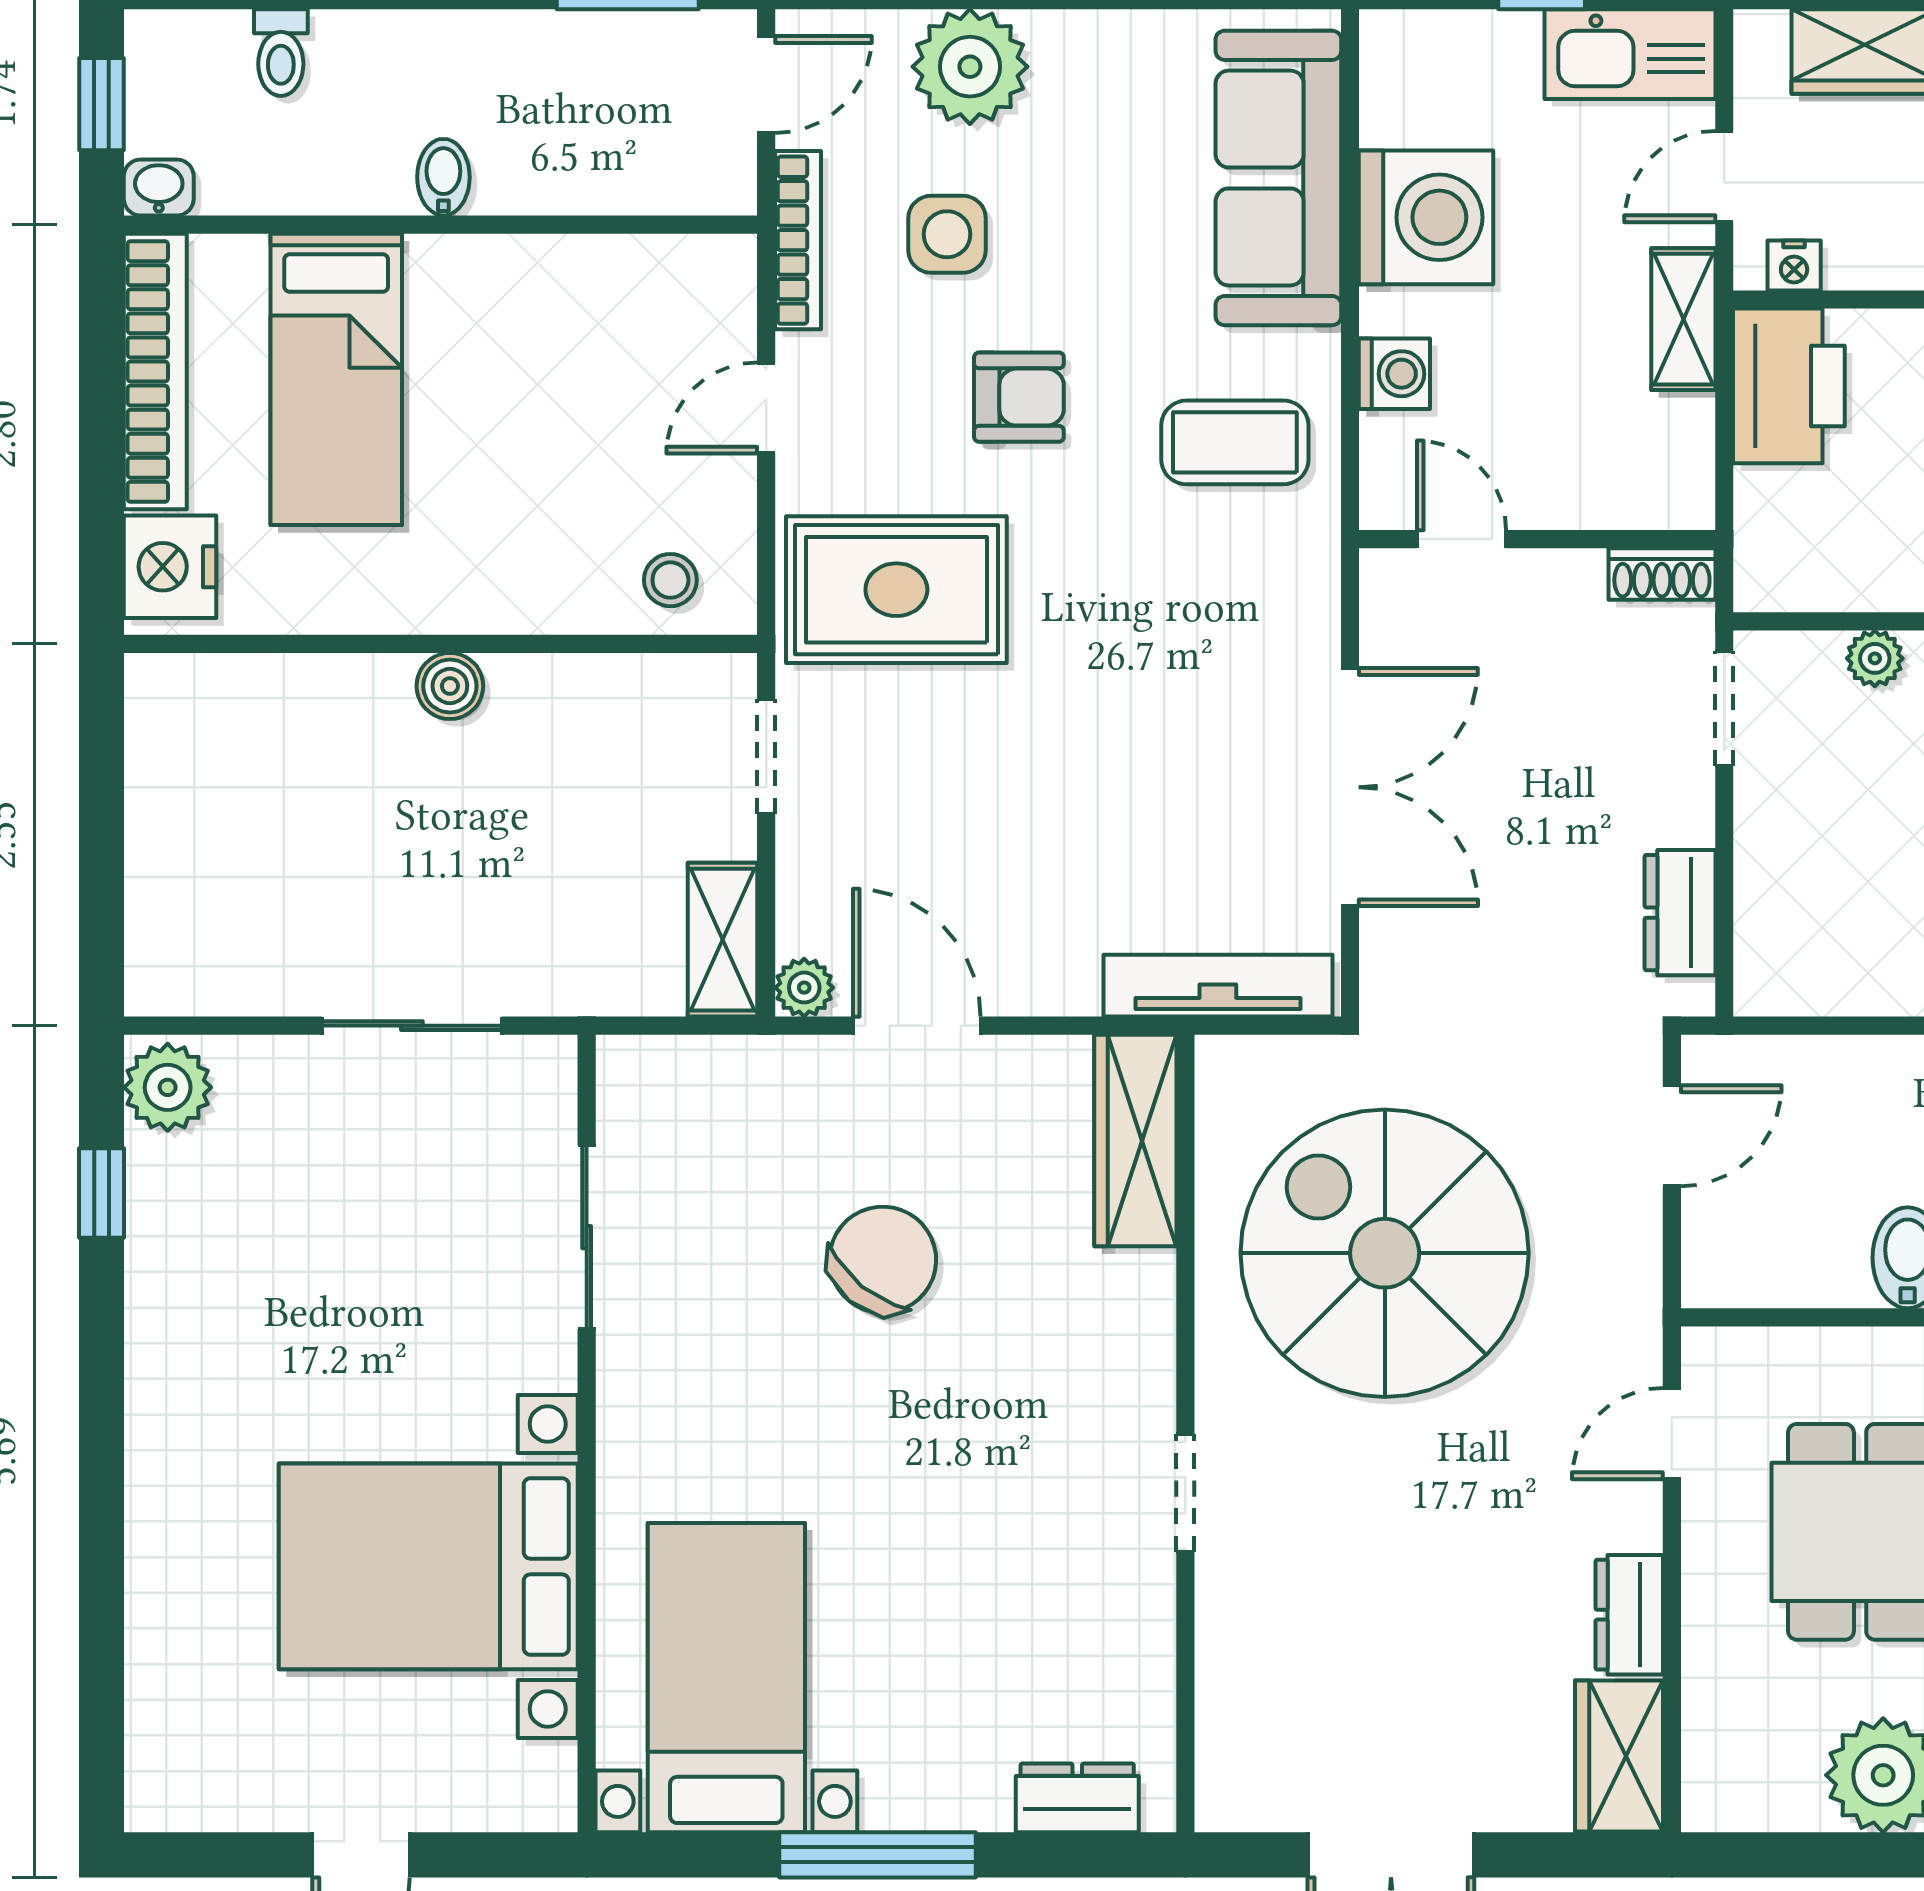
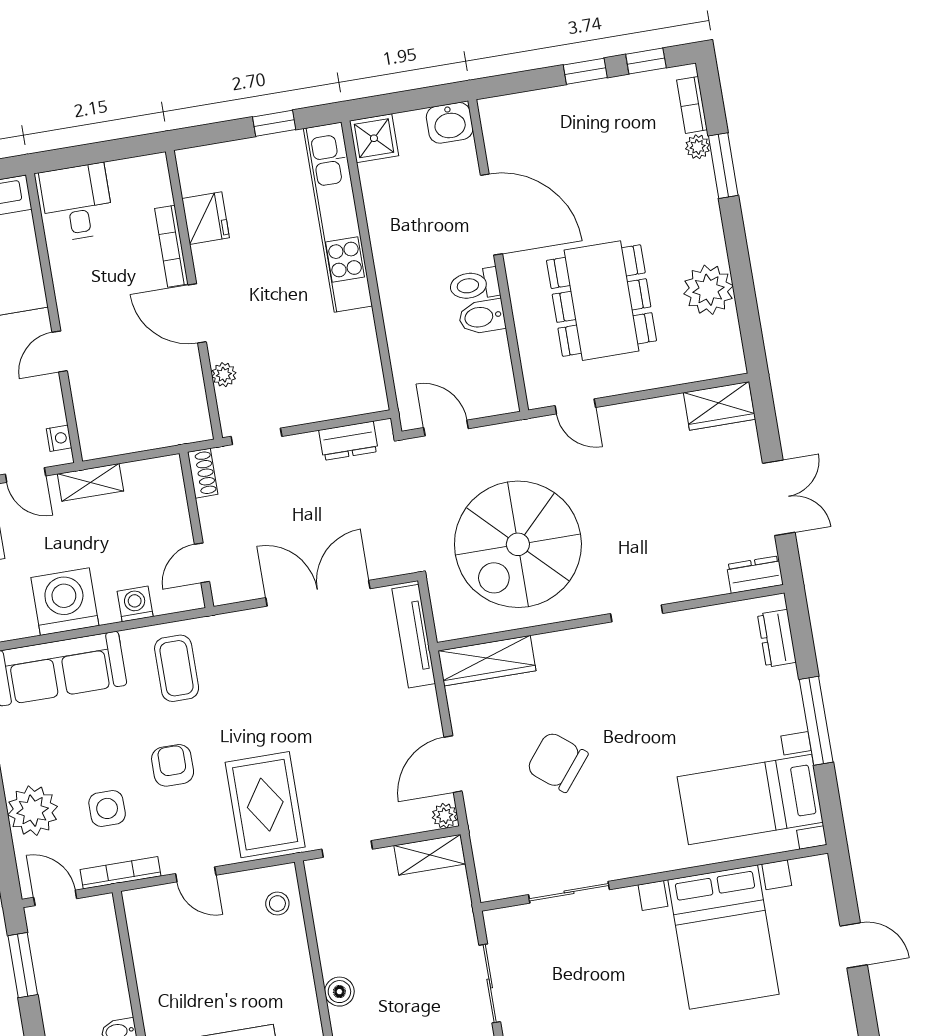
printer: (1789, 386) -> (112, 432), removed
dresser: (1629, 1615) -> (755, 575), moved, turned 180

